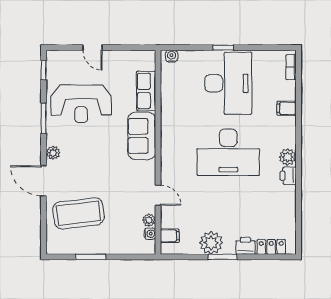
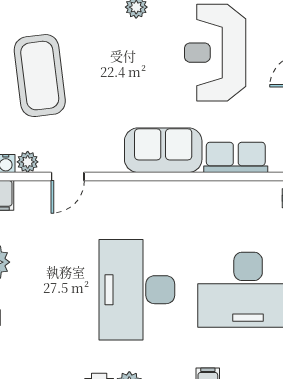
coffee table: (79, 213) -> (40, 76), moved

